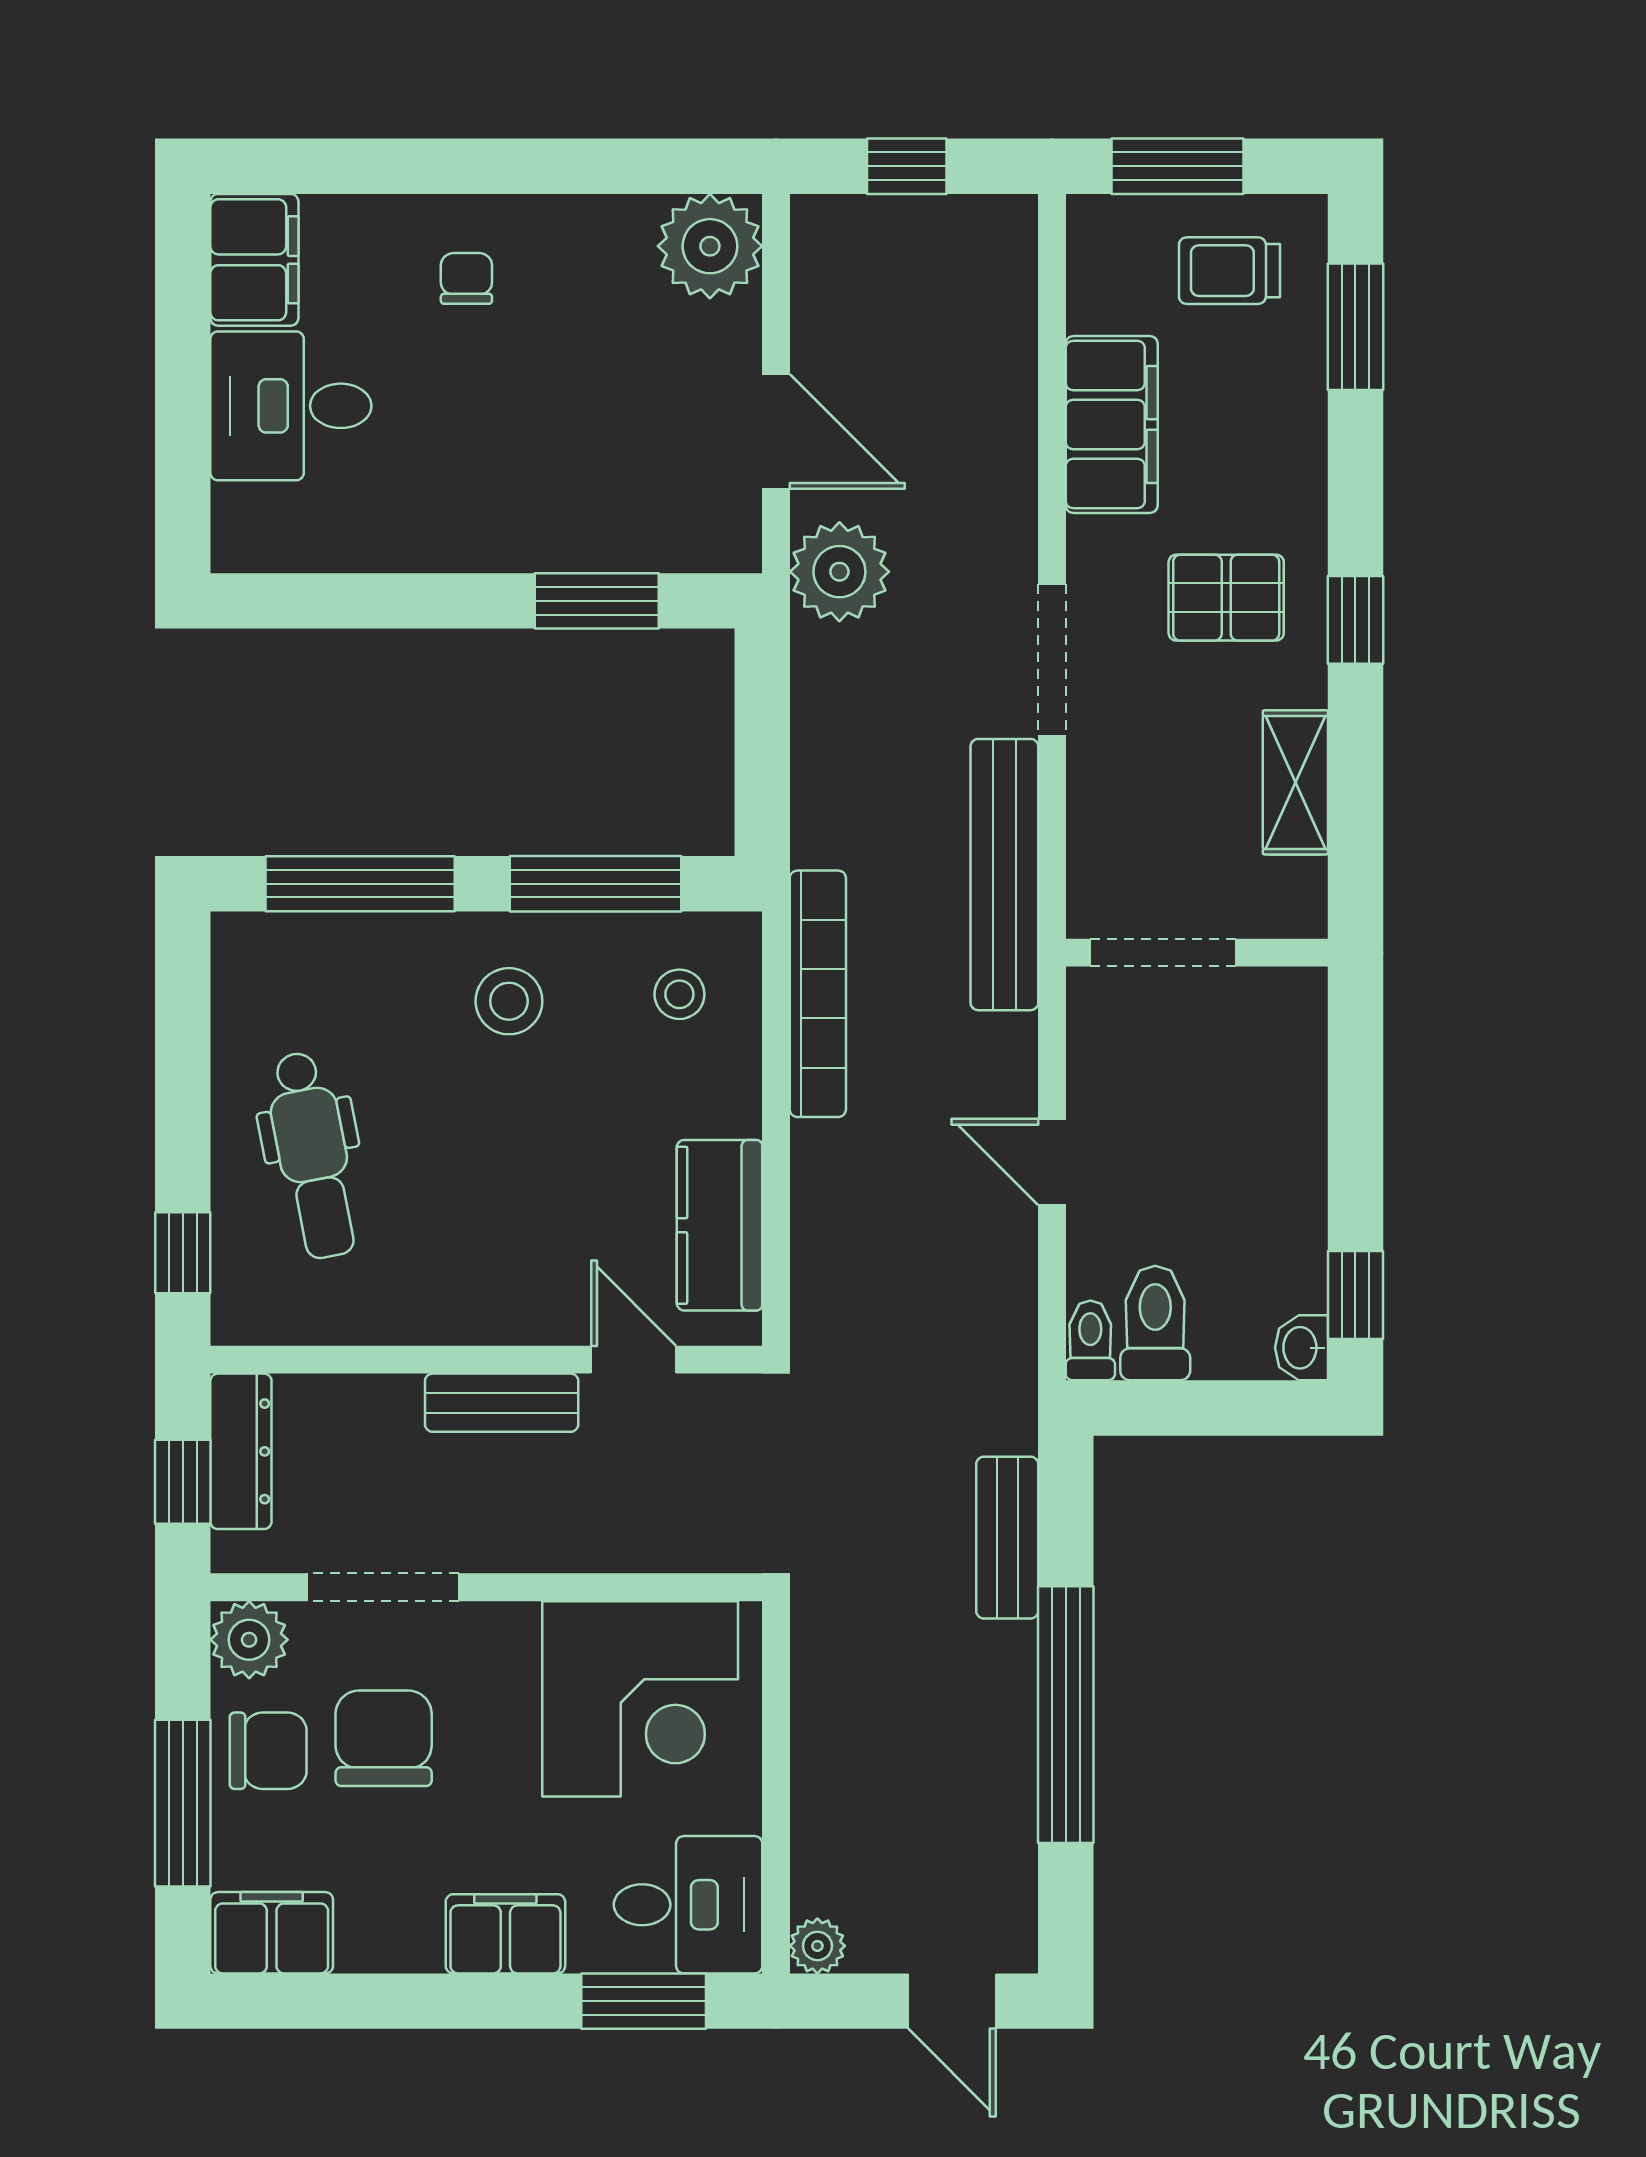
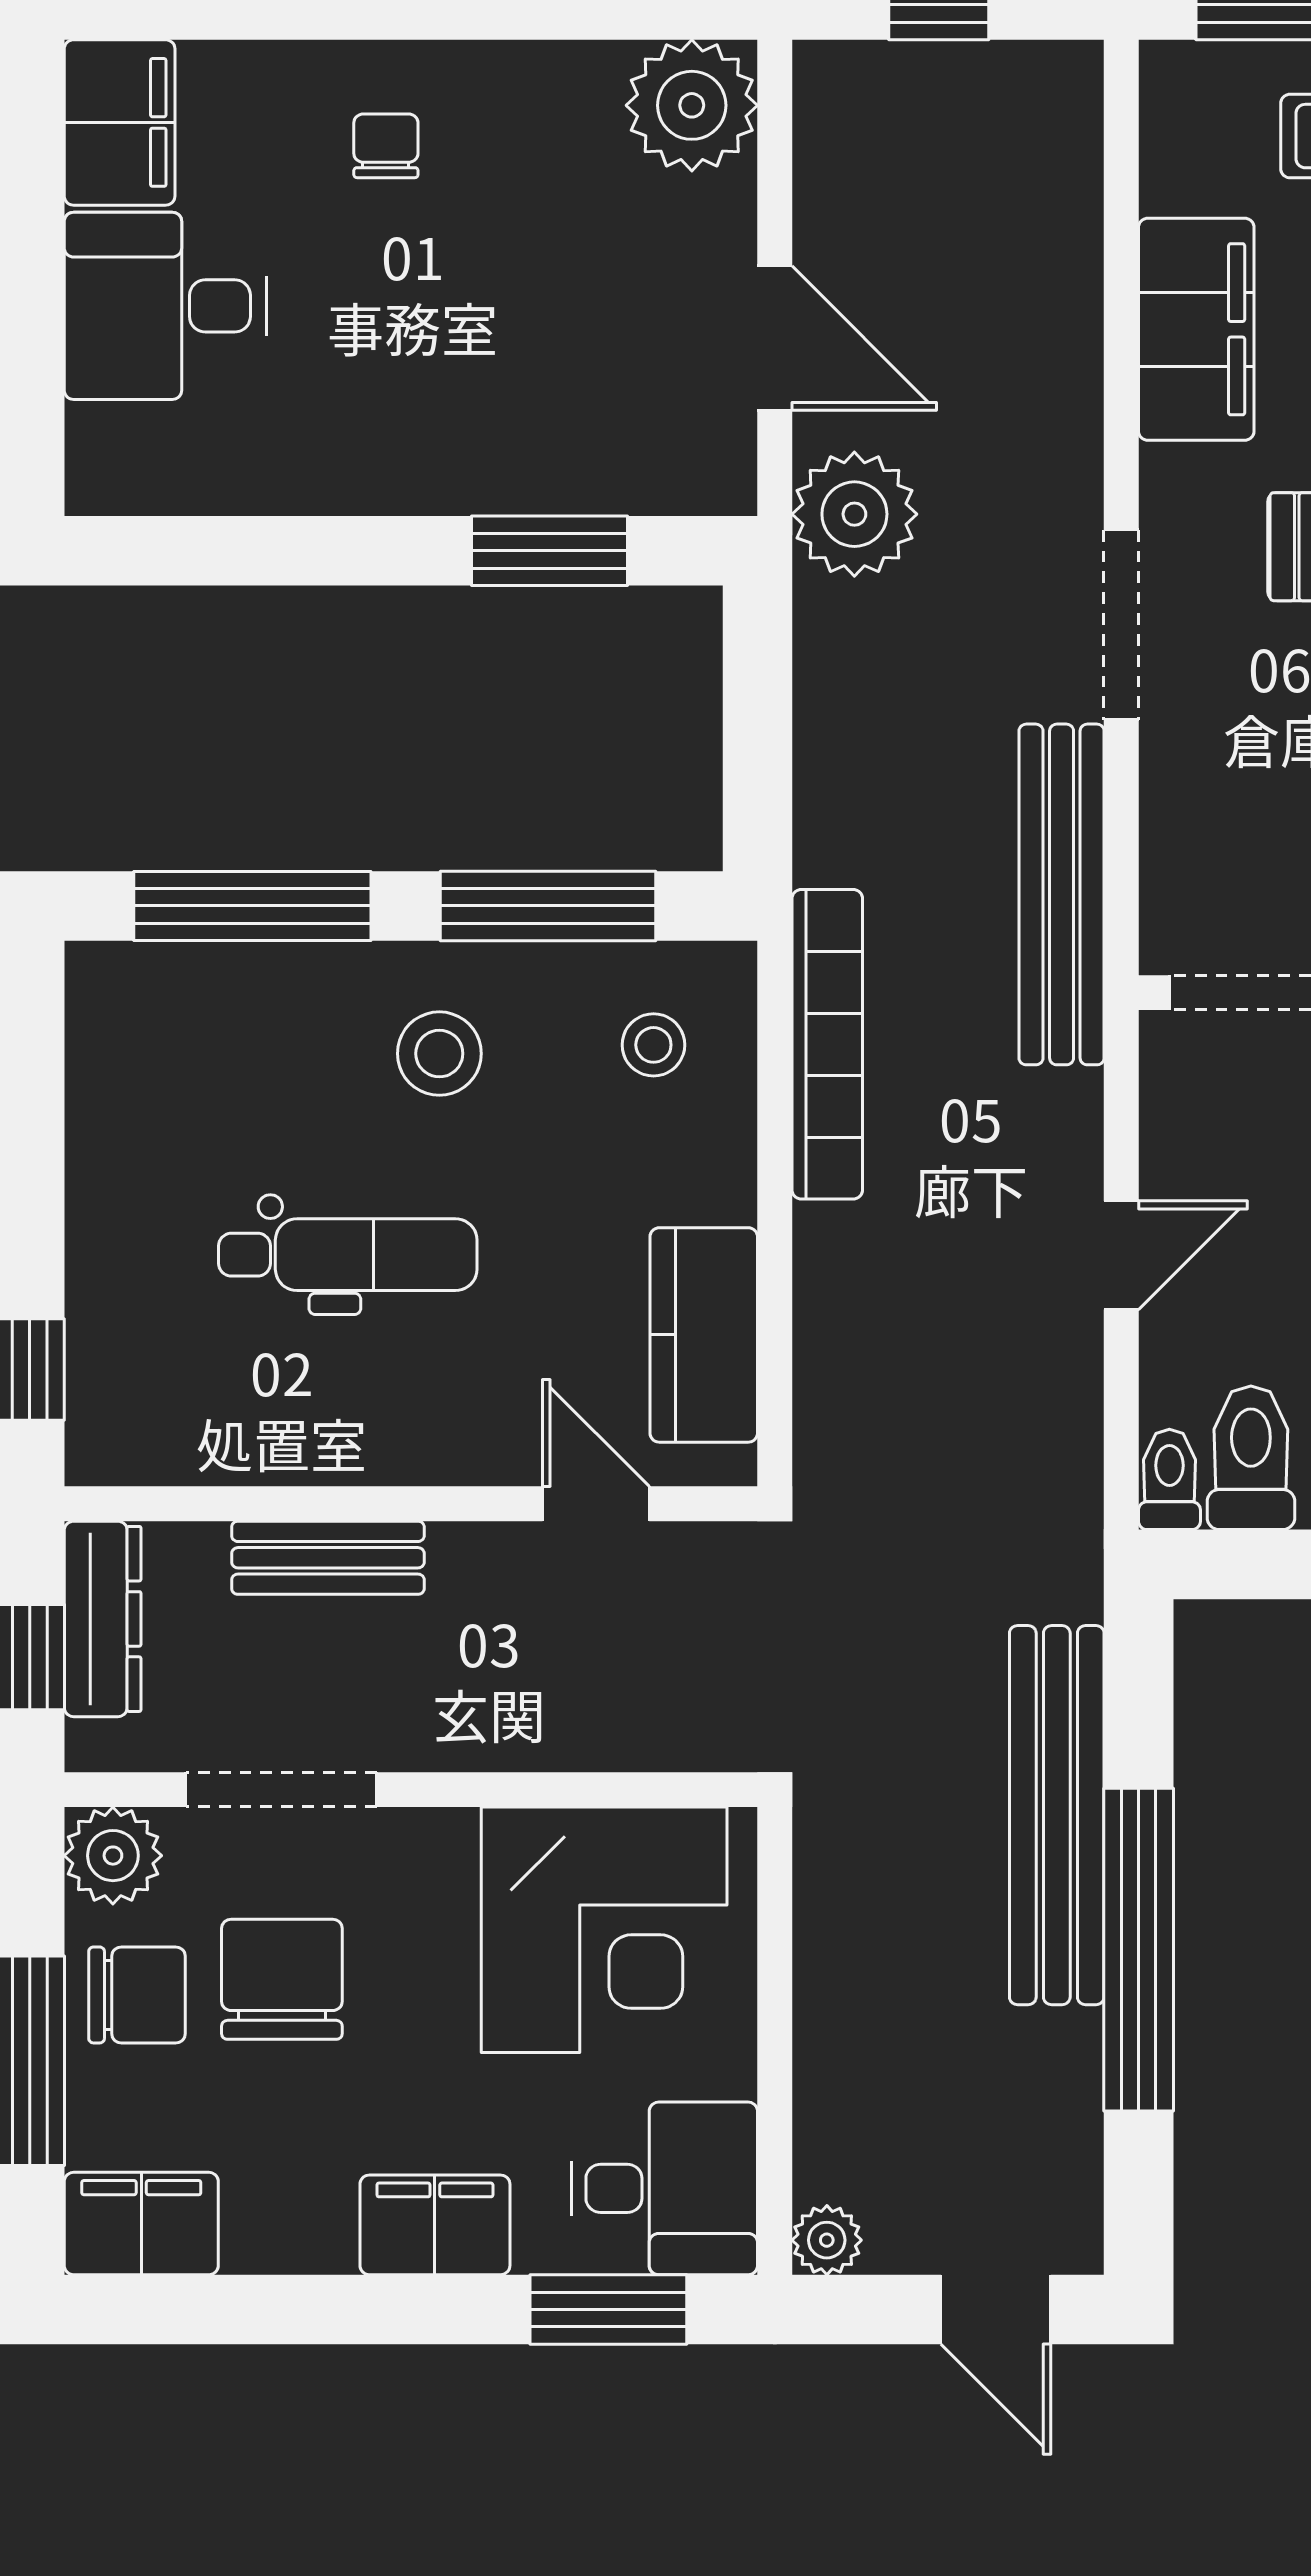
dental chair: (313, 1155) -> (348, 1255), moved, turned -79
door: (1052, 1162) -> (1121, 1255), swing flipped
bench: (502, 1403) -> (328, 1558), moved
bench: (1007, 1538) -> (1057, 1815), width x1.86, depth x1.21

